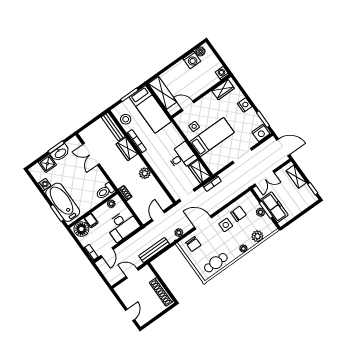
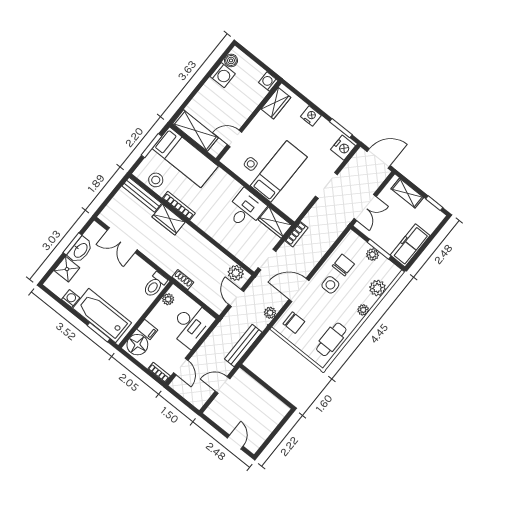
plant: (145, 173) -> (236, 273), moved
freezer: (274, 207) -> (410, 245), moved, turned -90
shoe rack: (161, 292) -> (269, 399), removed

